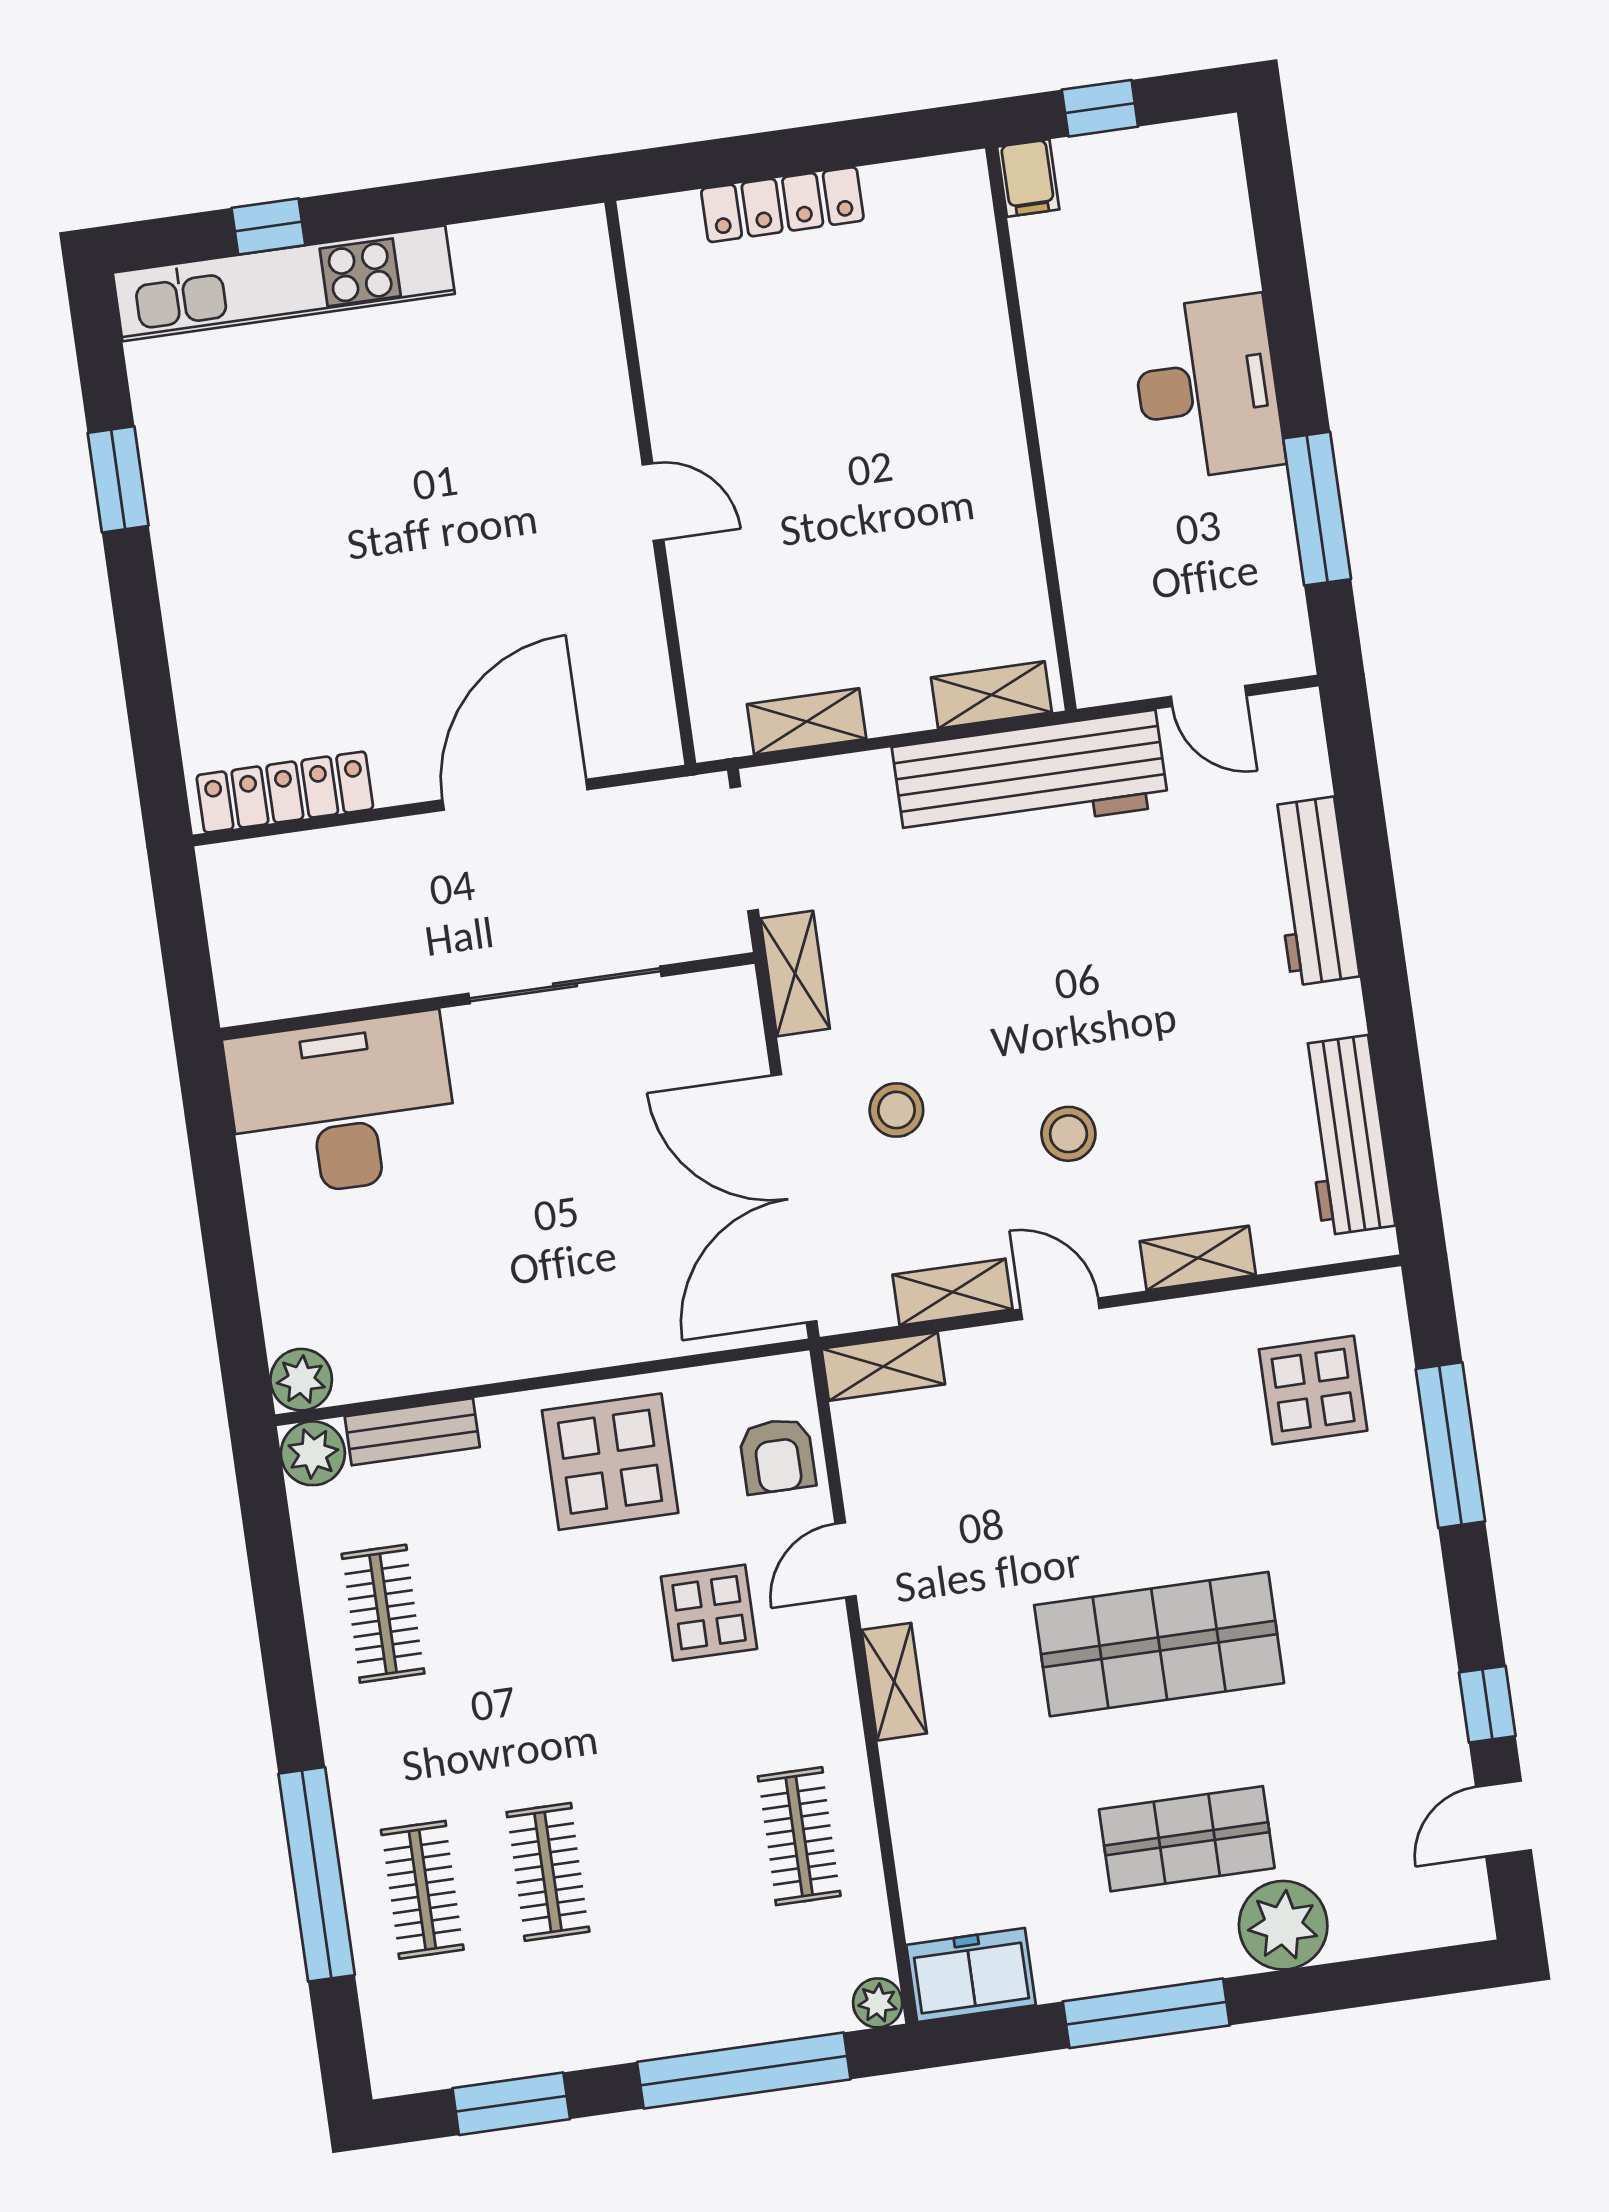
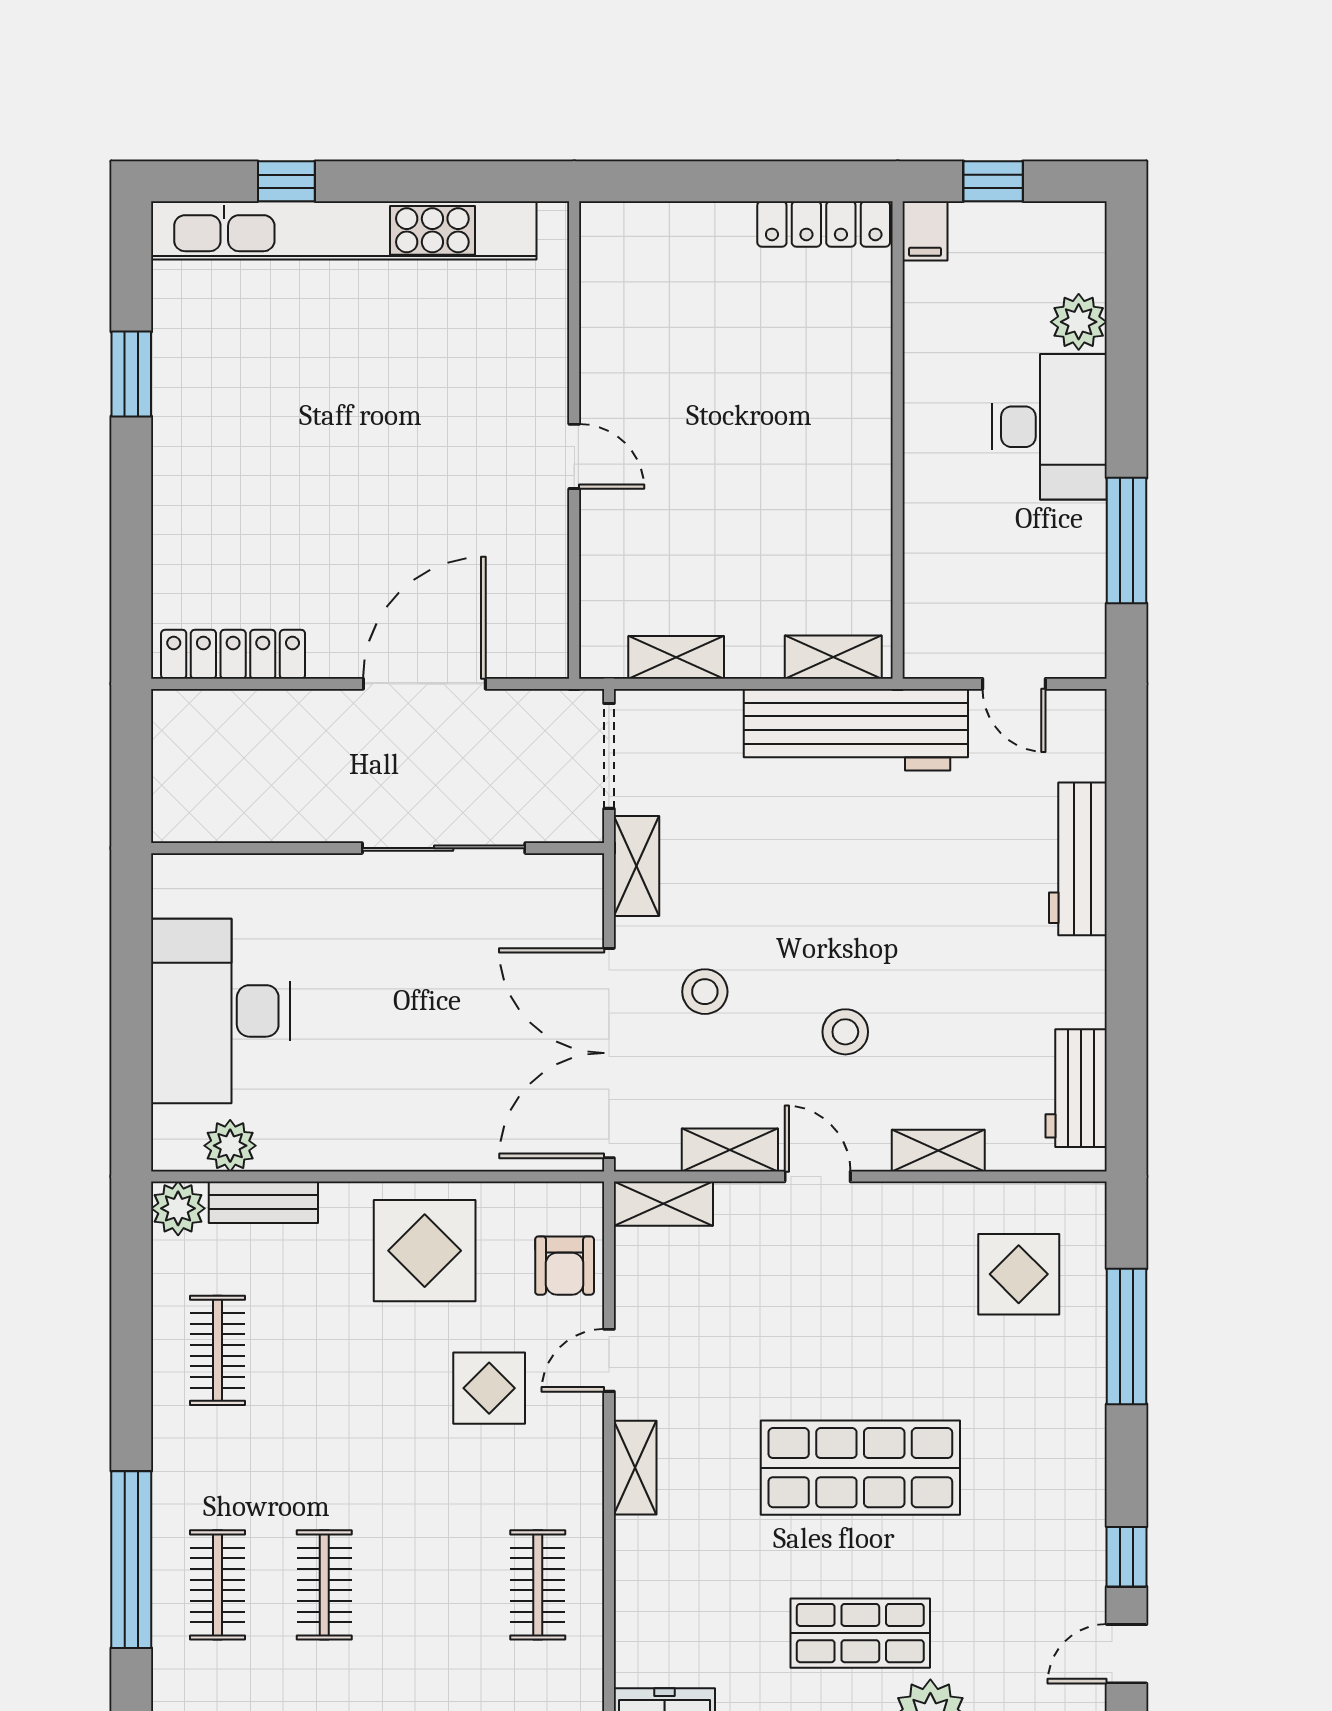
locker: (782, 205) -> (824, 224), moved
plant: (1224, 259) -> (1079, 322), added
kitchen unit: (284, 283) -> (344, 230), width x1.36
desk: (342, 1106) -> (220, 1011), moved, turned -90
workbench: (1346, 1135) -> (1076, 1088), width x0.73
plant: (301, 1380) -> (230, 1146), moved

